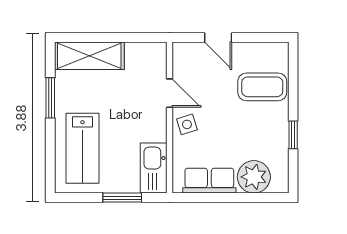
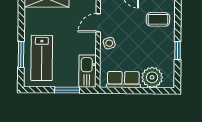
coffee table: (262, 87) -> (158, 19), width x0.73, depth x0.77
door: (170, 93) -> (98, 23), swing flipped
window: (50, 98) -> (21, 54), moved

